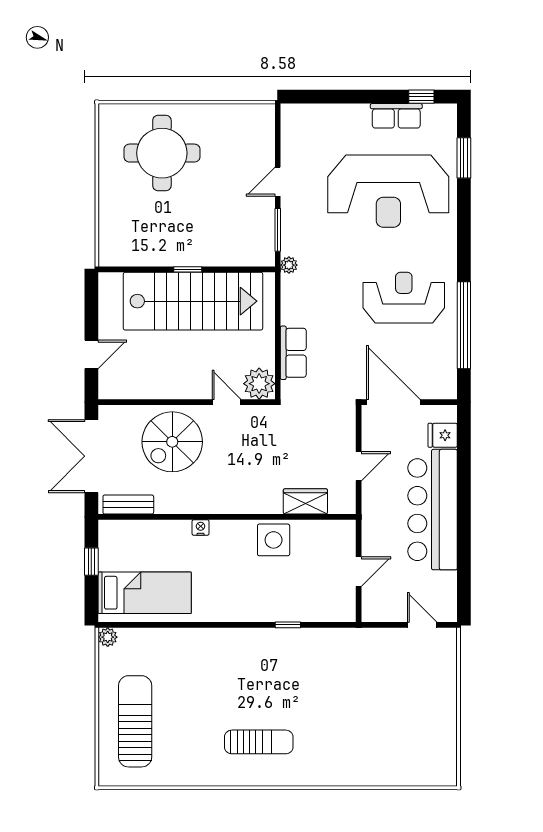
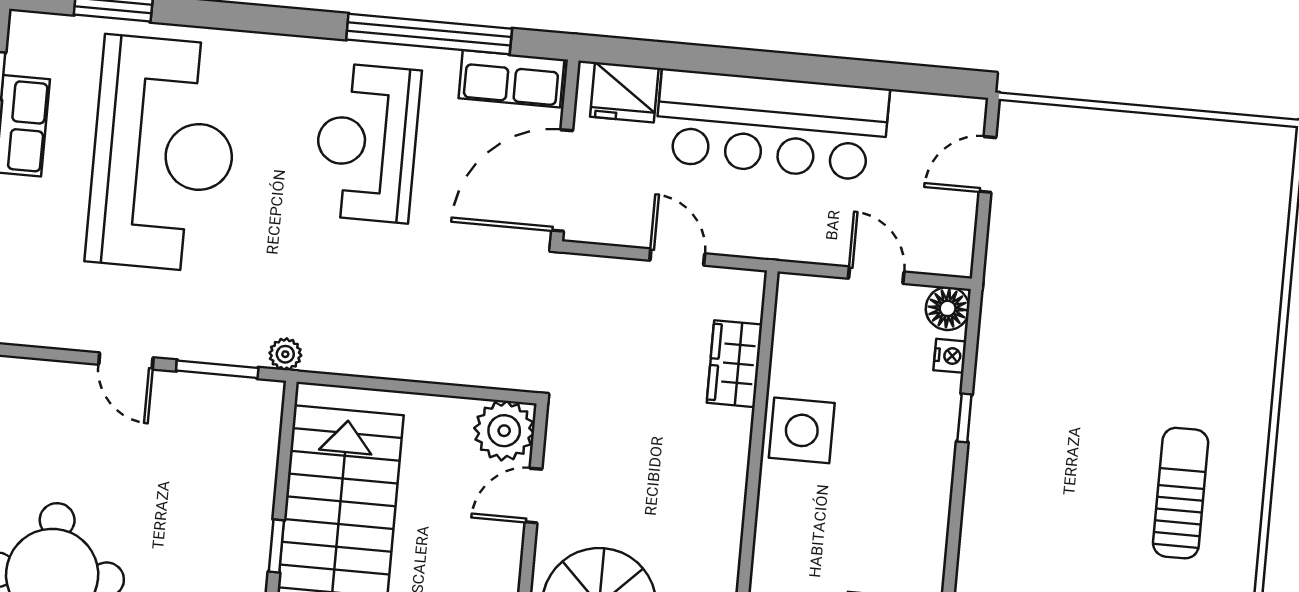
row of seats: (293, 353) -> (511, 79), moved, turned 180
fridge: (443, 435) -> (624, 92), width x1.38
nightstand: (201, 527) -> (950, 356), moved, turned 180
floor lamp: (345, 611) -> (948, 308), added

